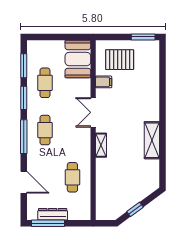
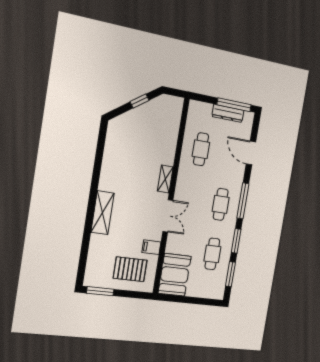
shelving: (152, 140) -> (103, 213), moved

